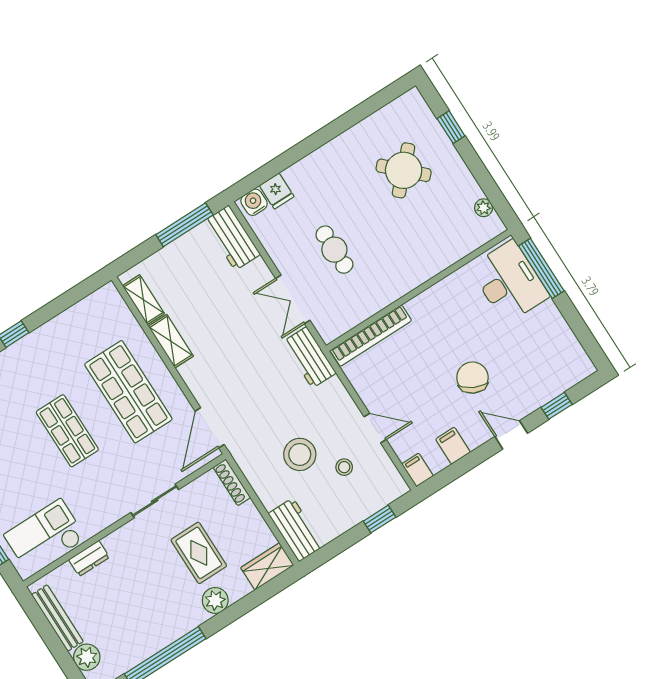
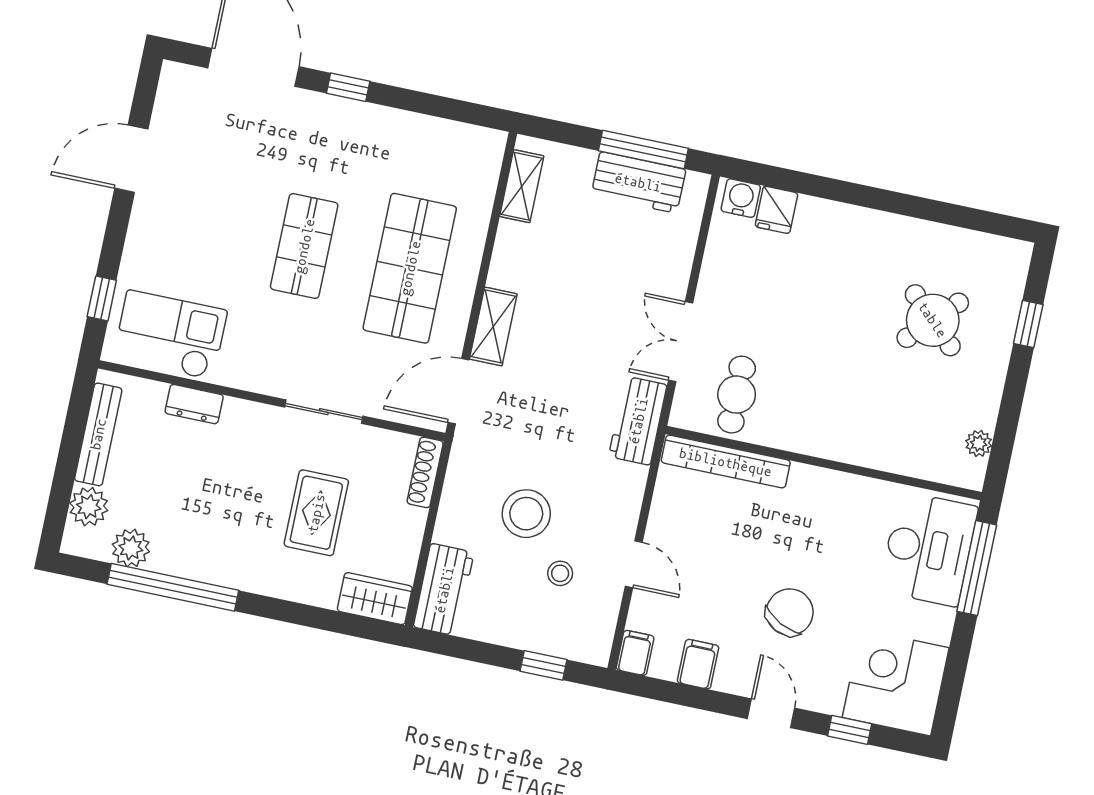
workbench: (232, 238) -> (638, 182), moved, turned -90
cafe table: (334, 250) -> (737, 395), moved
shelving: (171, 341) -> (493, 326), moved
corner desk: (556, 361) -> (896, 683), added
plant: (215, 600) -> (131, 548), moved

